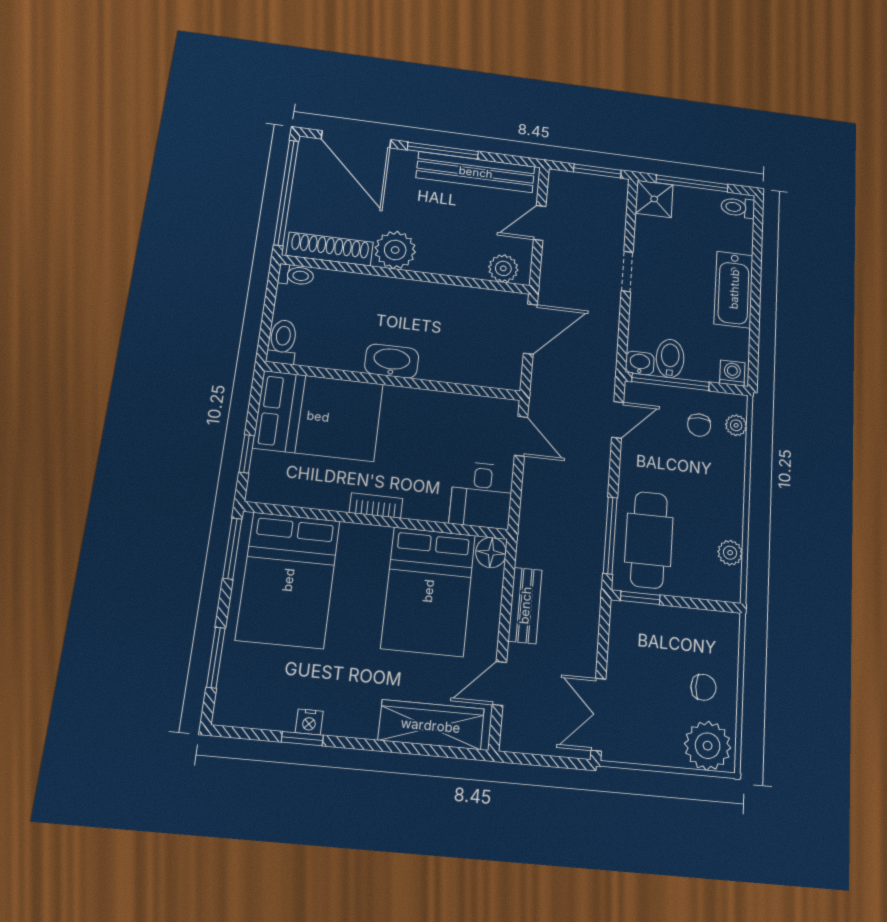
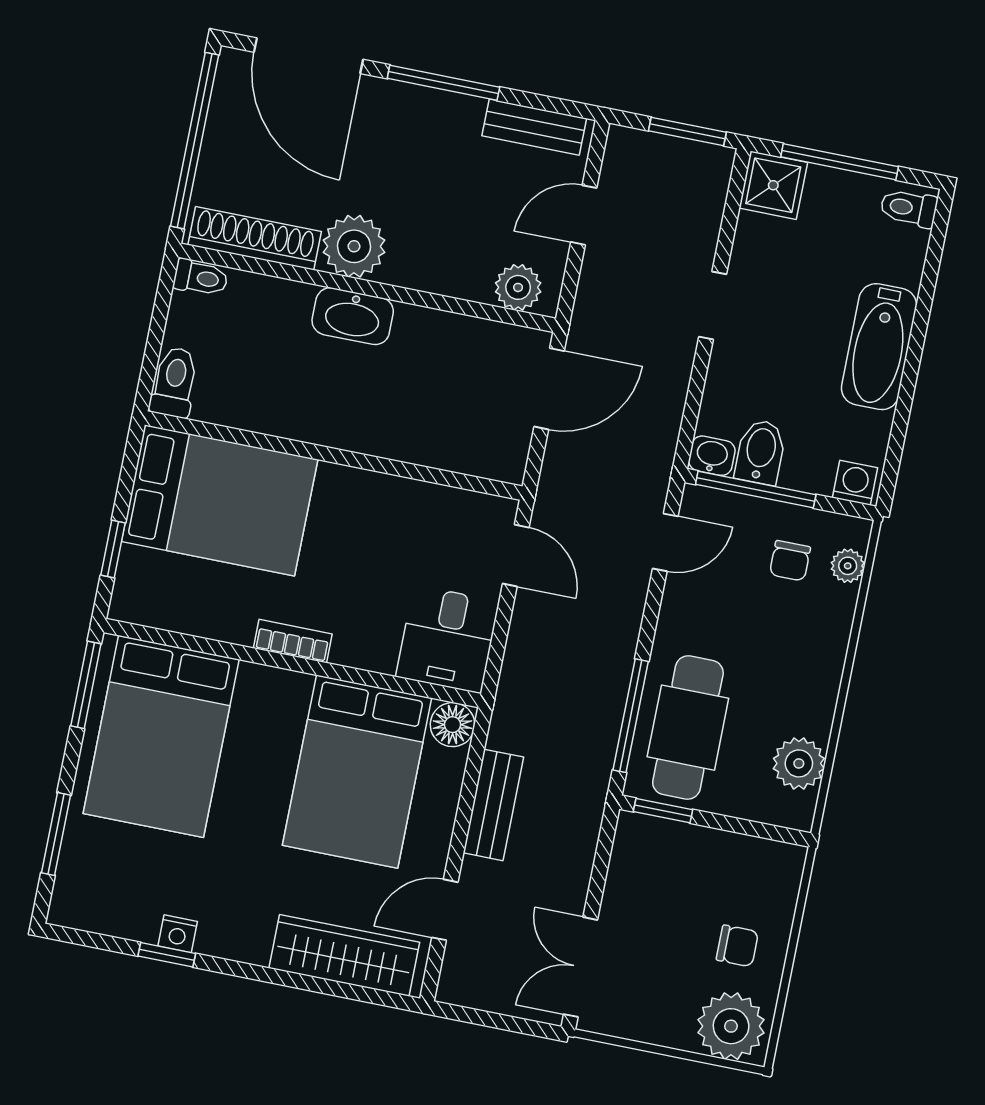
bench: (476, 172) -> (534, 127), width x0.54, depth x0.82
washbasin: (392, 361) -> (353, 316), moved, turned 180
plant: (730, 553) -> (799, 763), width x1.38, depth x1.38

